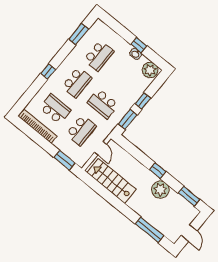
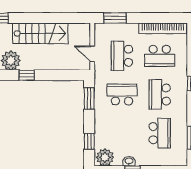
school desk: (99, 56) -> (160, 133), turned 180
window: (143, 101) -> (89, 141), moved
stairs: (111, 181) -> (40, 33), moved

